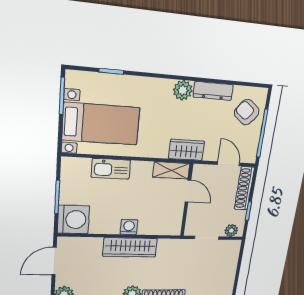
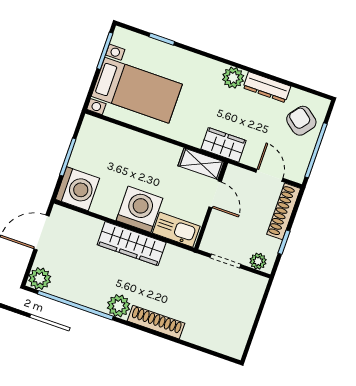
kitchen sink: (111, 169) -> (176, 230), moved, turned 180
washing machine: (129, 227) -> (139, 209), width x1.89, depth x1.89

